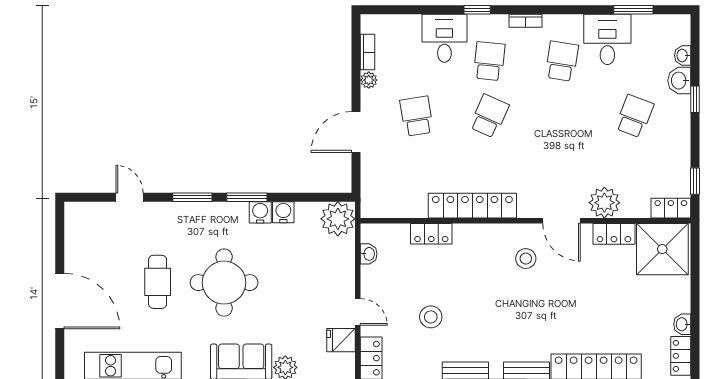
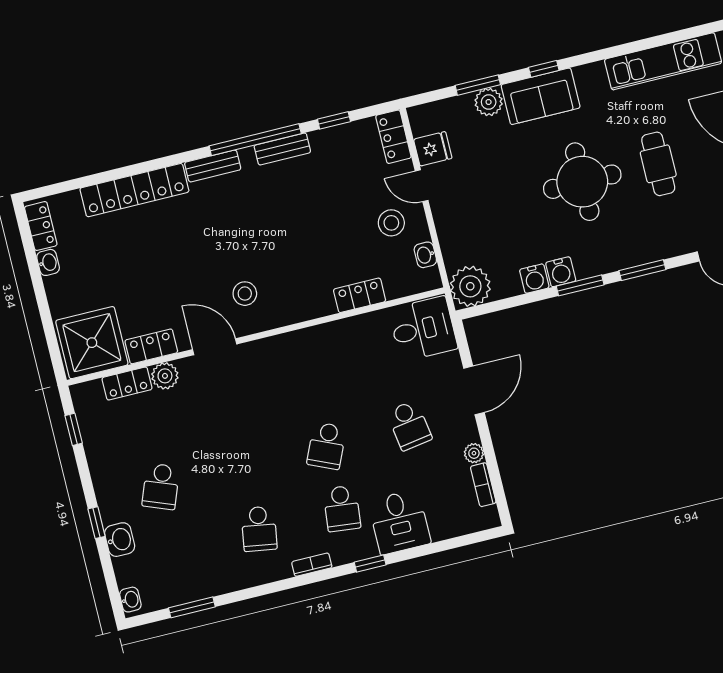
desk: (607, 39) -> (423, 329), moved, turned -90
washbasin: (683, 55) -> (130, 600), moved
plant: (604, 203) -> (165, 376), width x0.73, depth x0.73
locker: (472, 206) -> (321, 339), removed
locker: (671, 208) -> (127, 384), moved
stool: (431, 317) -> (391, 223), moved

